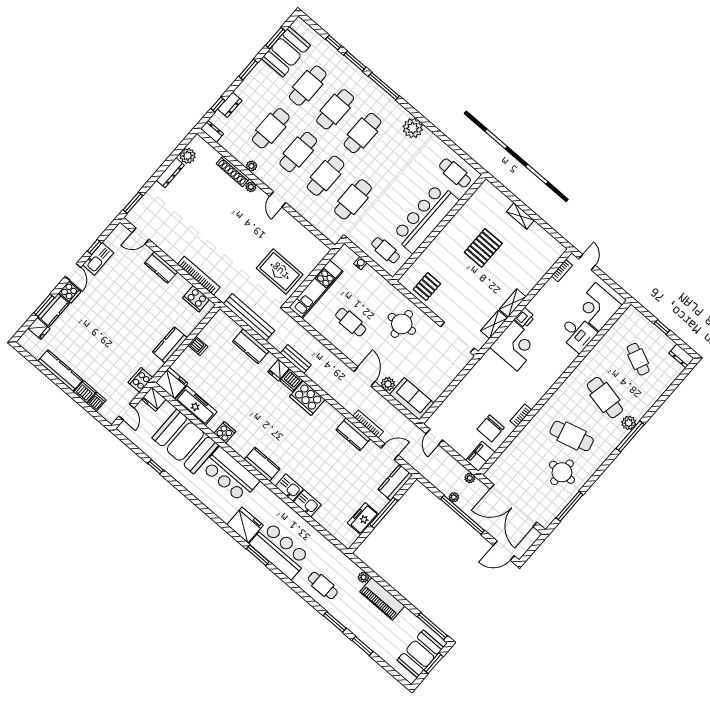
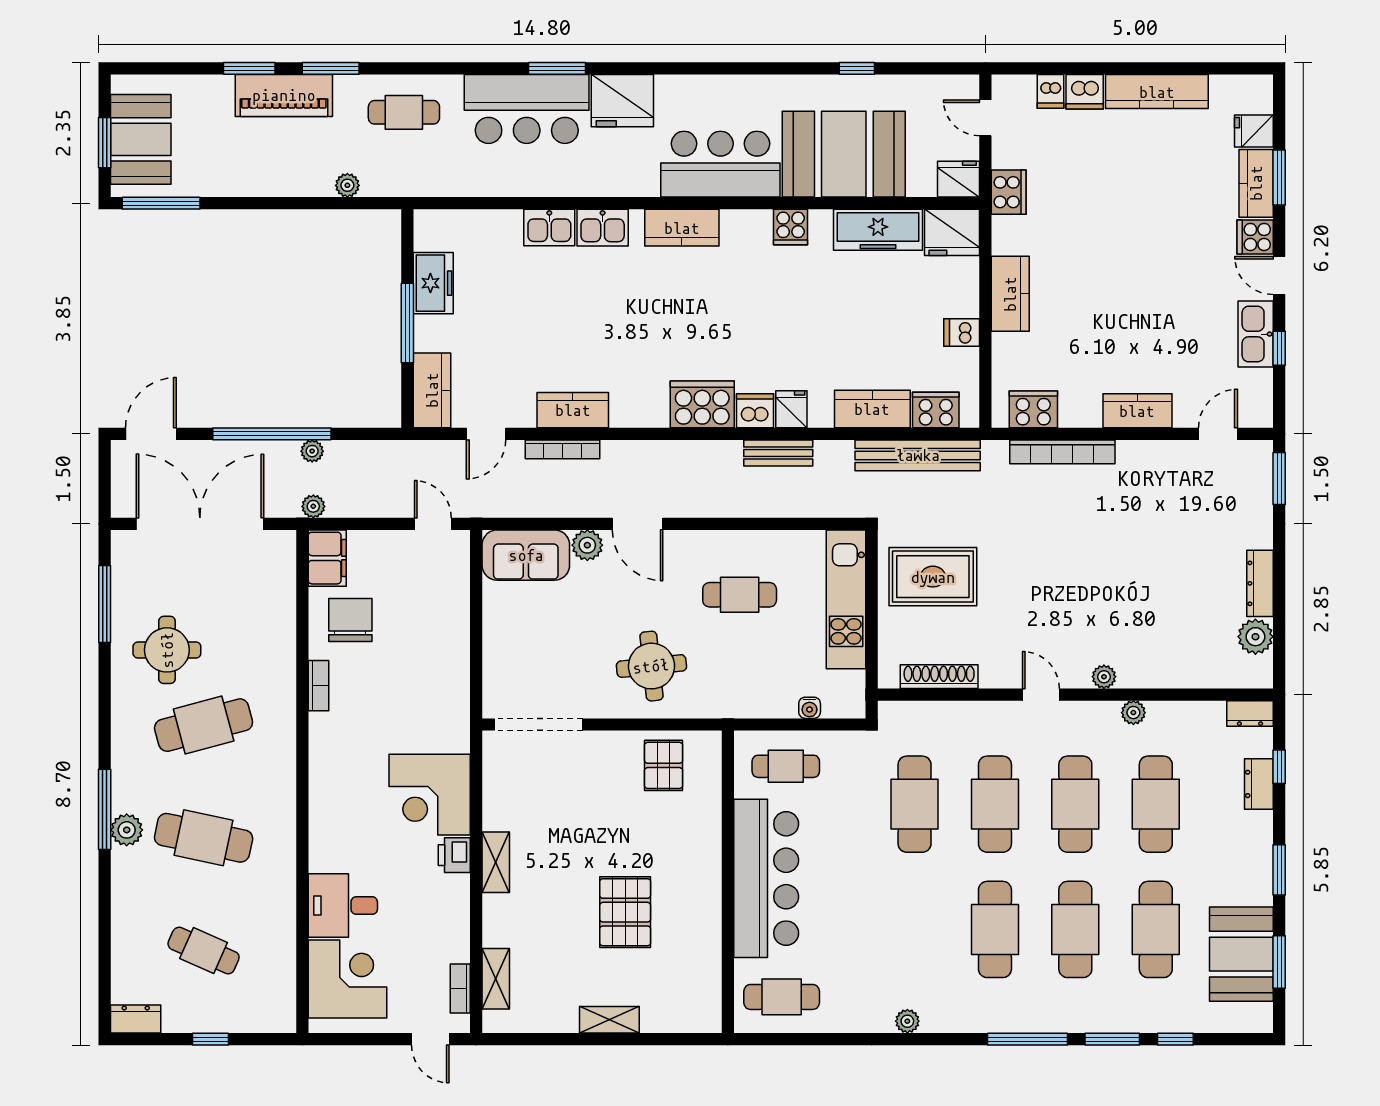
plant: (413, 128) -> (907, 1021), width x0.53, depth x0.53
shoe rack: (233, 171) -> (939, 677), moved
shelving: (494, 325) -> (496, 979), moved
cooker: (229, 327) -> (936, 410), added
piano: (382, 599) -> (284, 95), moved, turned 180

